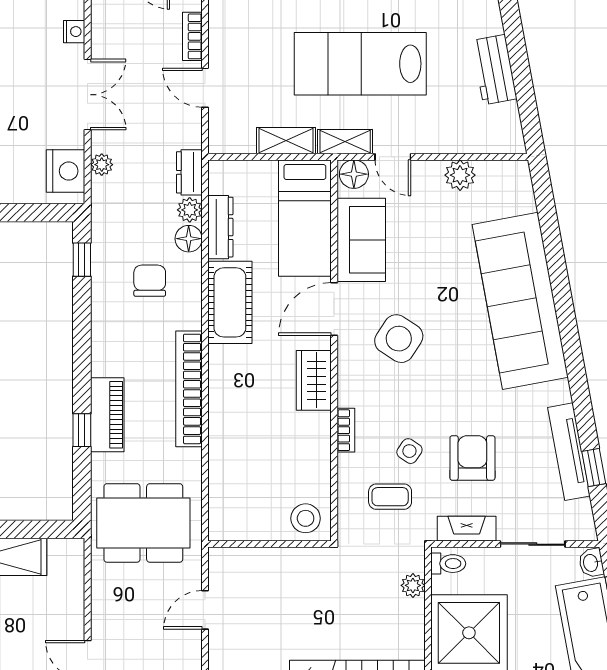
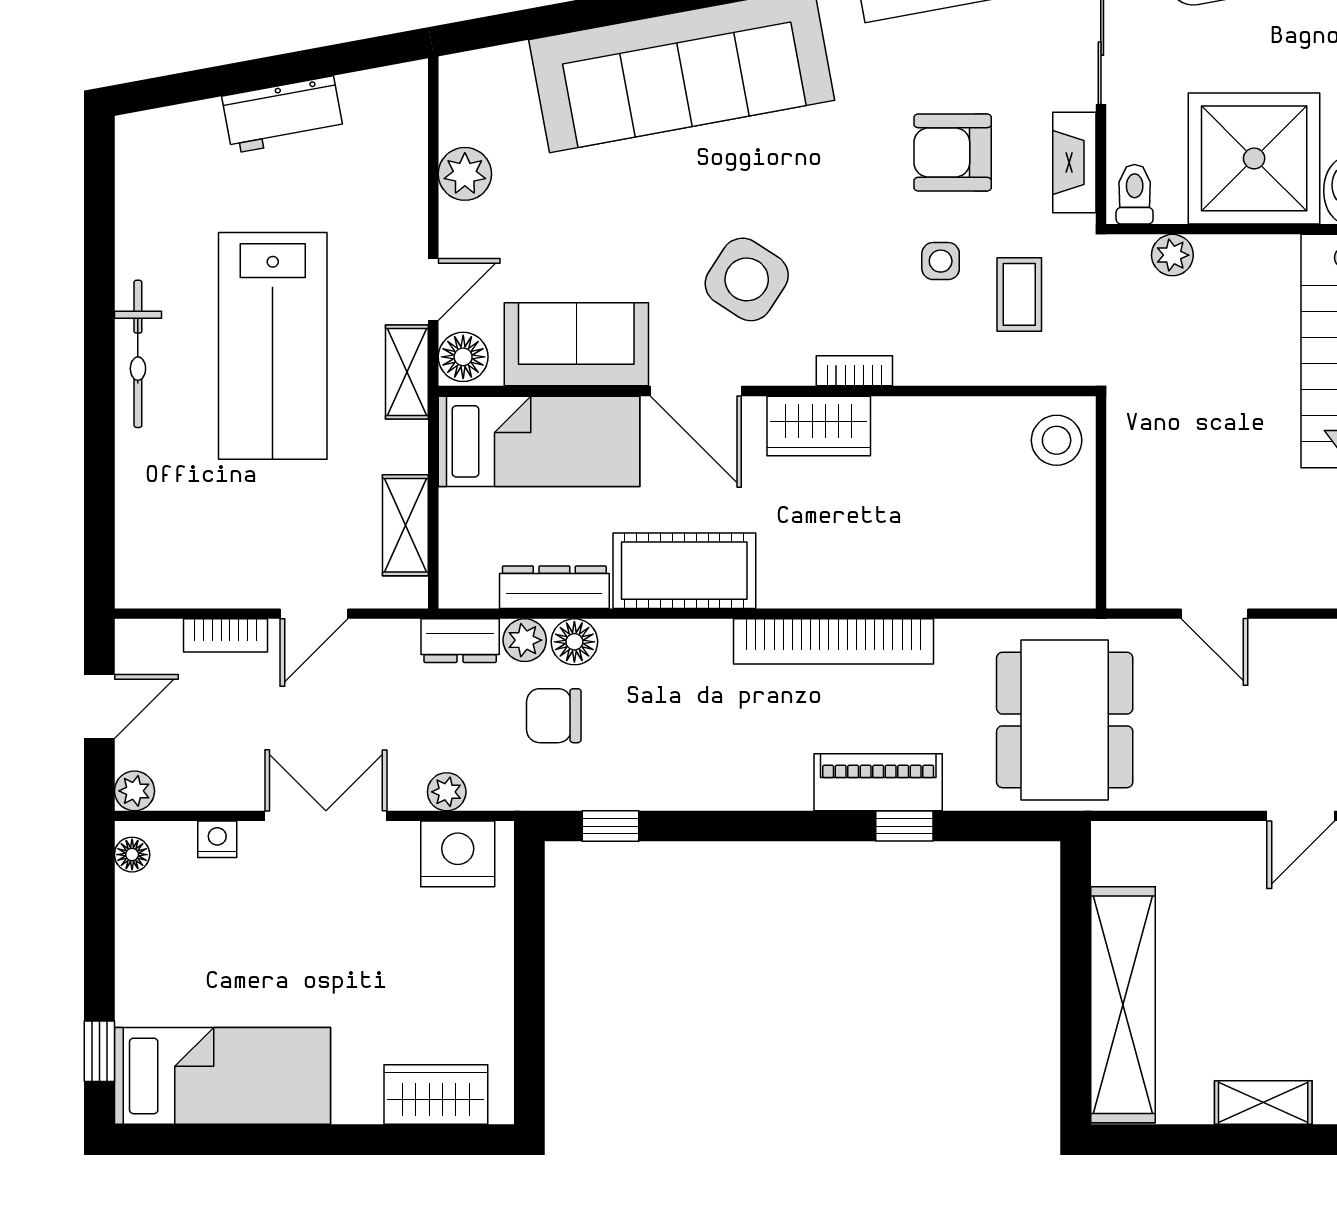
shelving: (286, 141) -> (405, 525), moved
chair: (150, 281) -> (554, 716), moved
bookcase: (346, 430) -> (854, 371), moved
side table: (409, 451) -> (941, 261), turned -34

